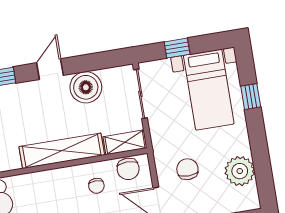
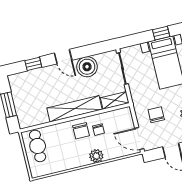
window: (177, 48) -> (161, 33), moved
door: (50, 69) -> (63, 57), swing flipped
chair: (128, 169) -> (81, 131), moved

